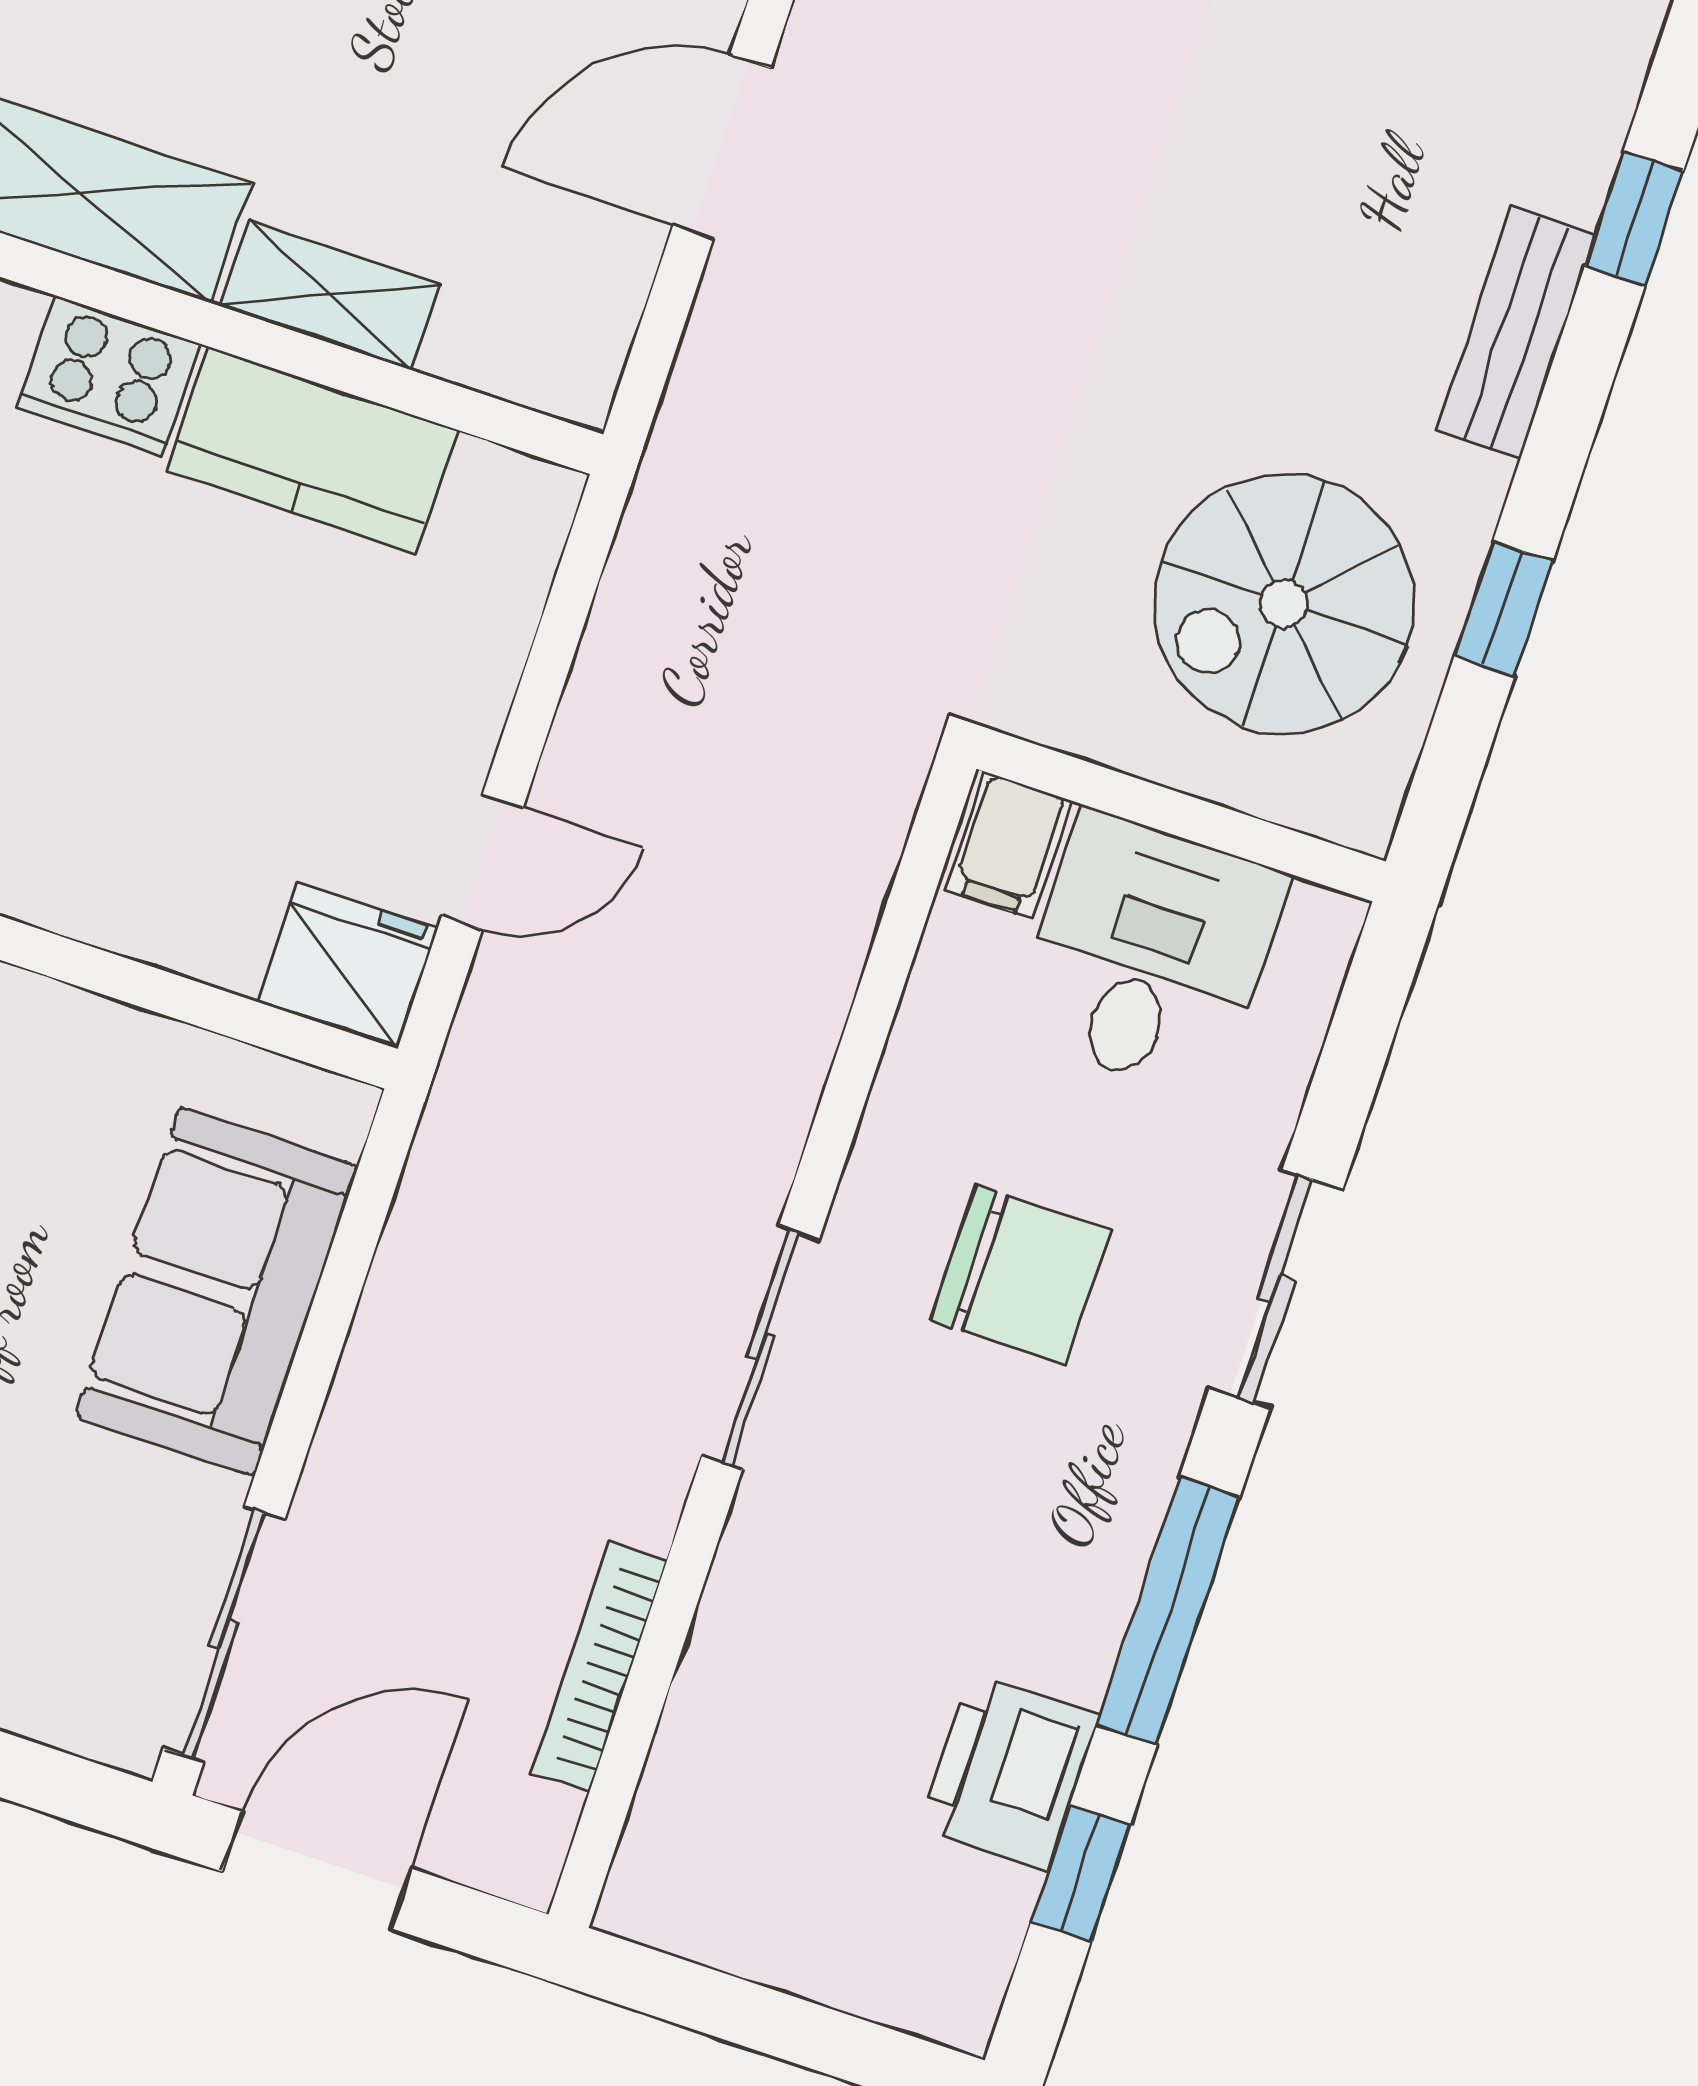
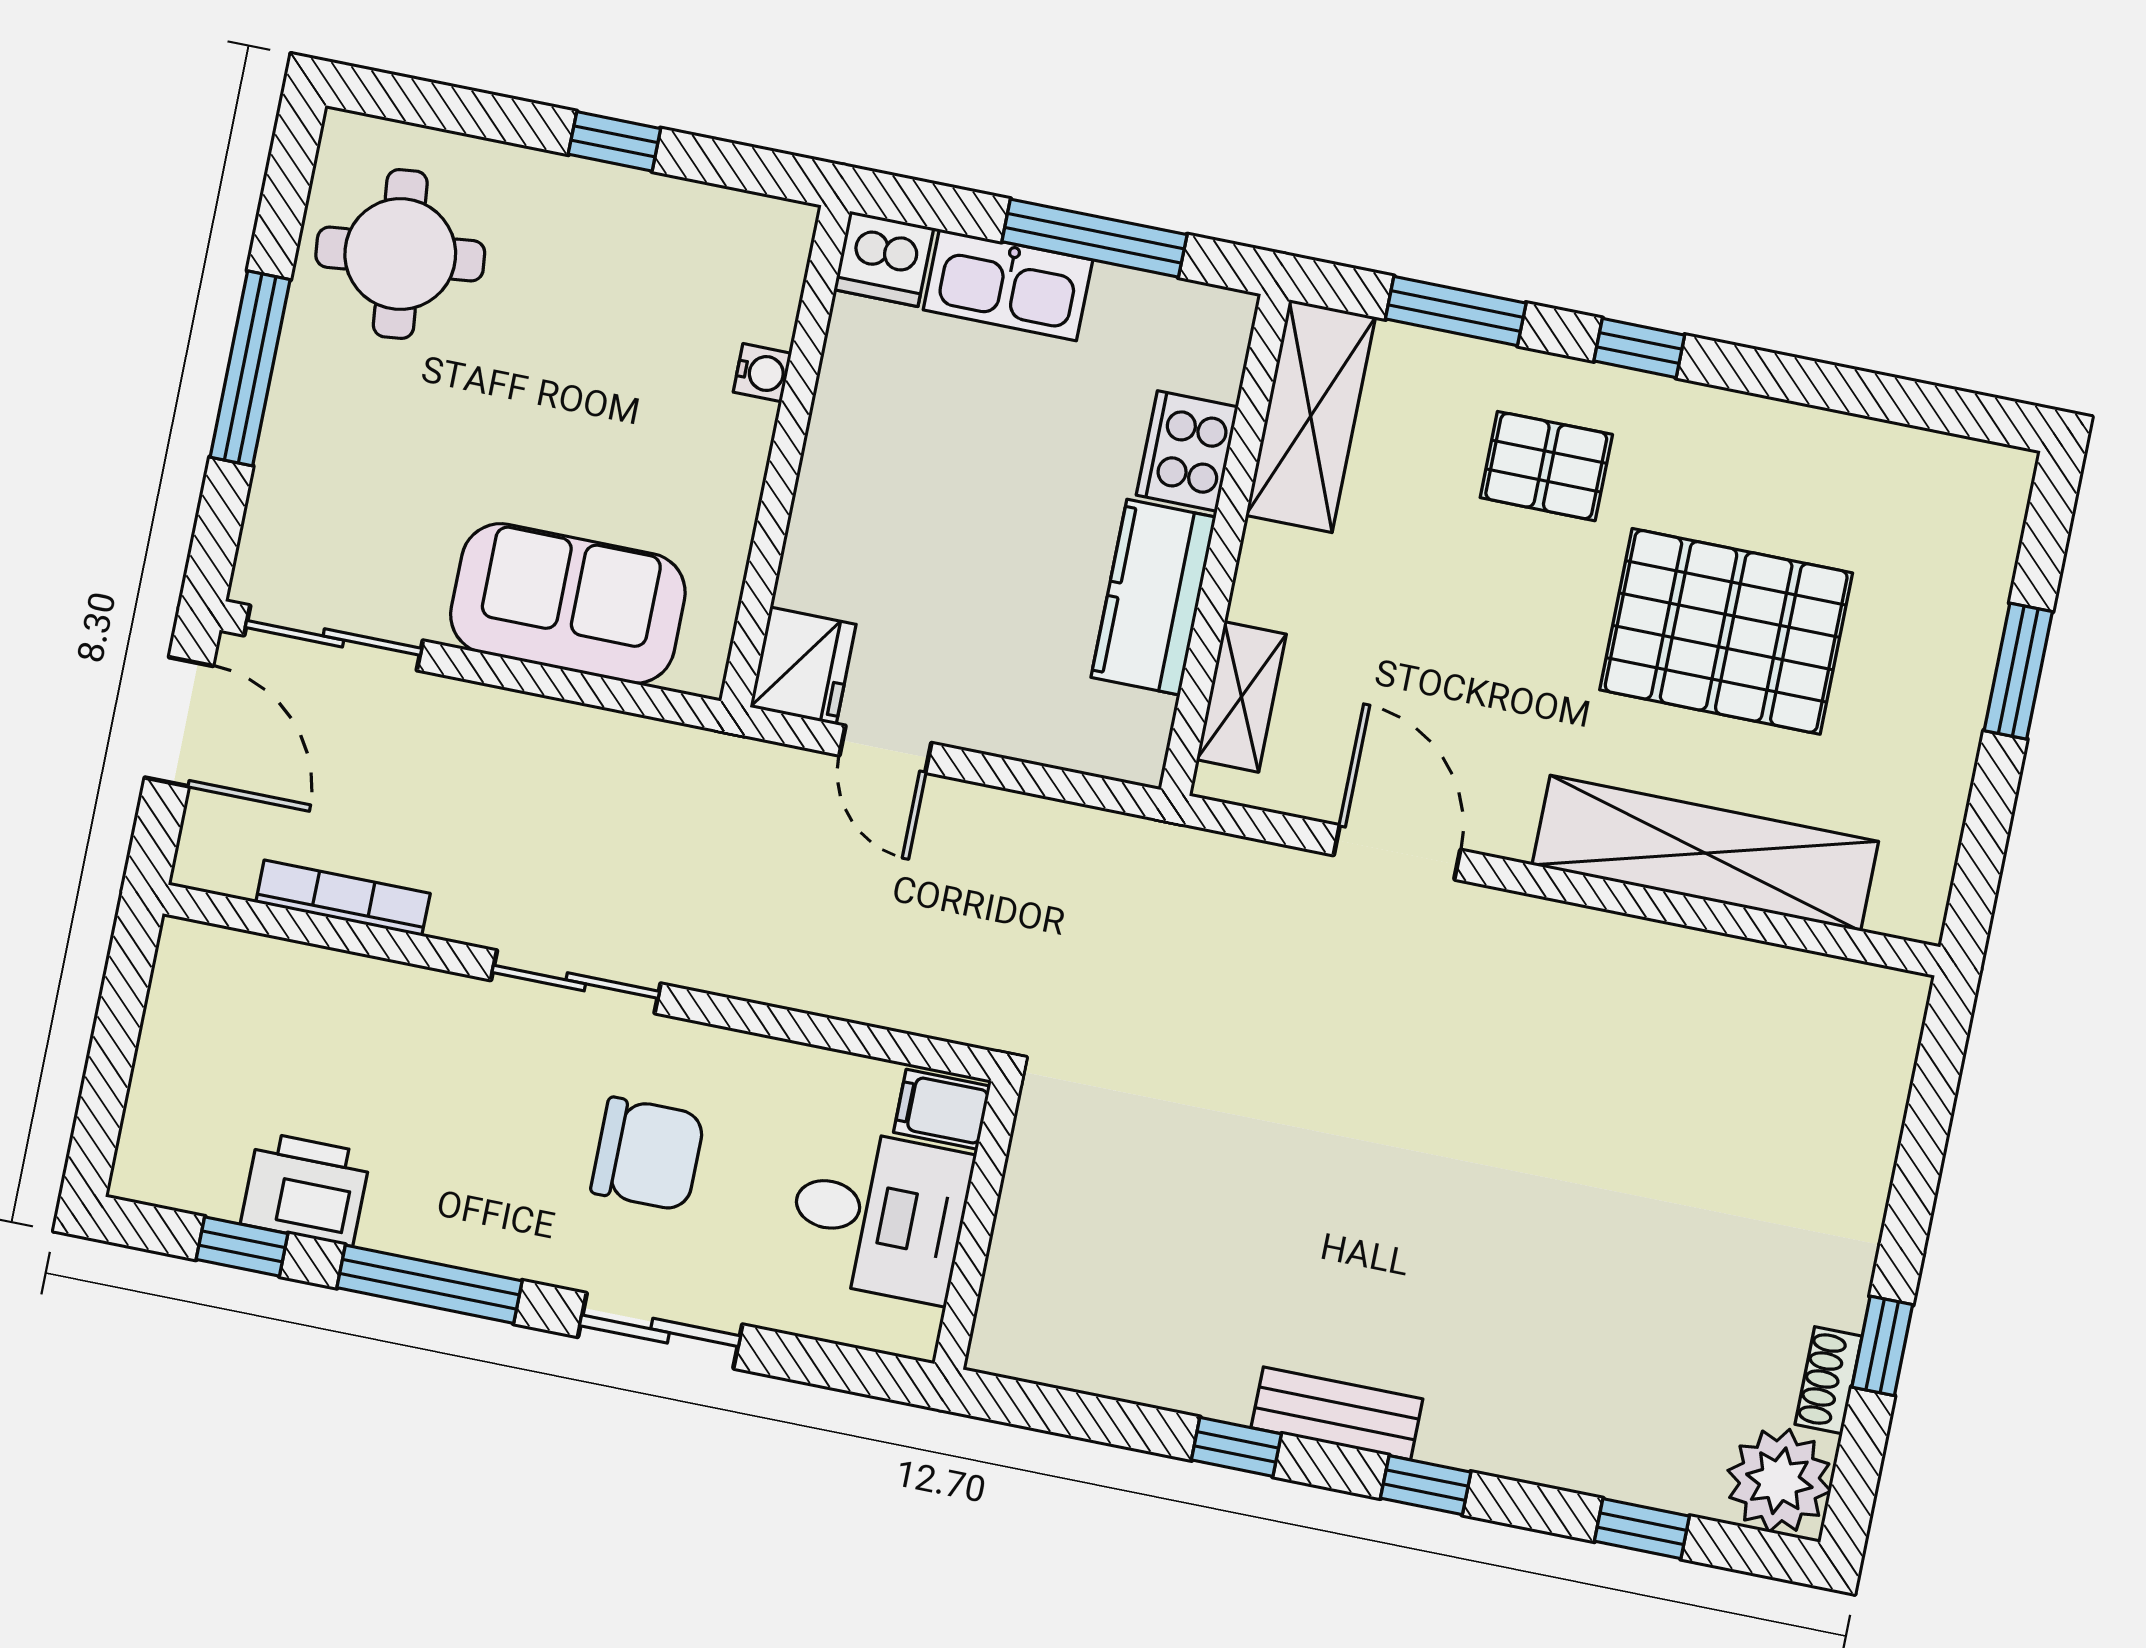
shelving: (330, 295) -> (1241, 697), moved
spiral stairs: (1284, 603) -> (1131, 1277), removed
window: (1504, 608) -> (1236, 1447), moved
chair: (1020, 1275) -> (648, 1154), turned -90

